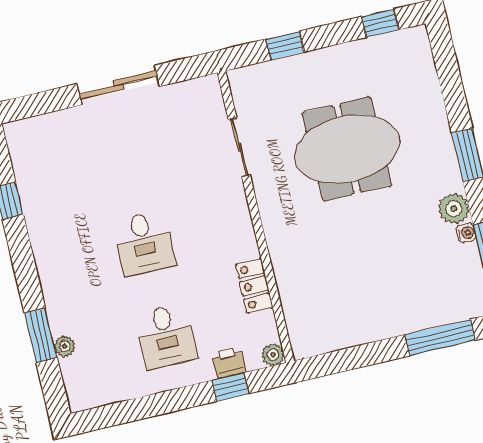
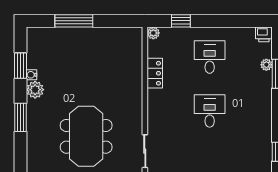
meeting table: (347, 149) -> (86, 136), turned 90
window: (440, 338) -> (74, 21), moved
printer: (229, 363) -> (264, 34), moved

